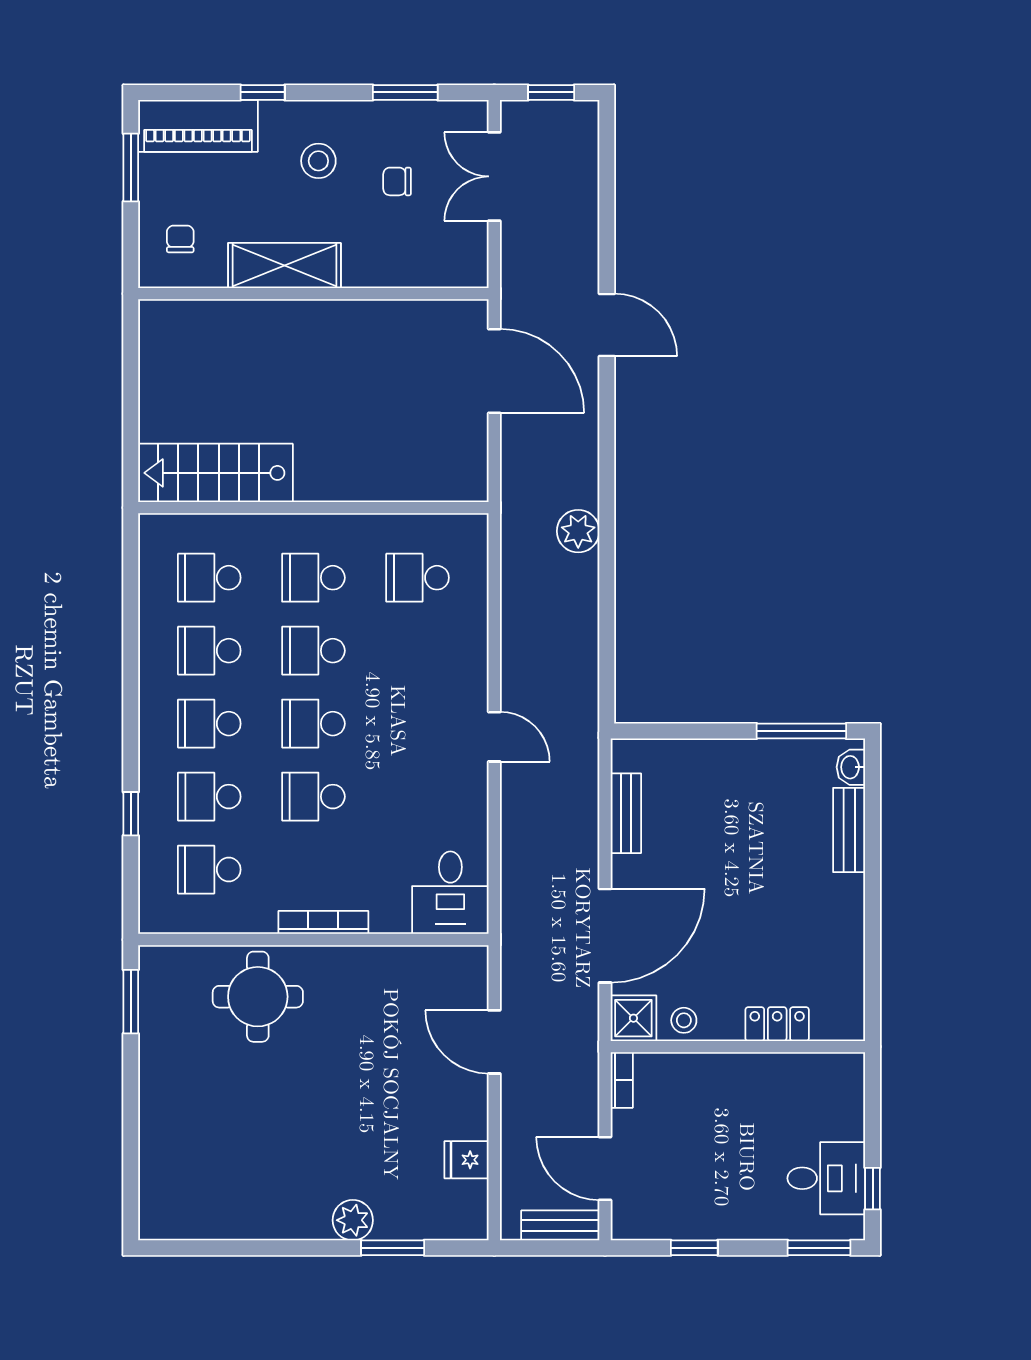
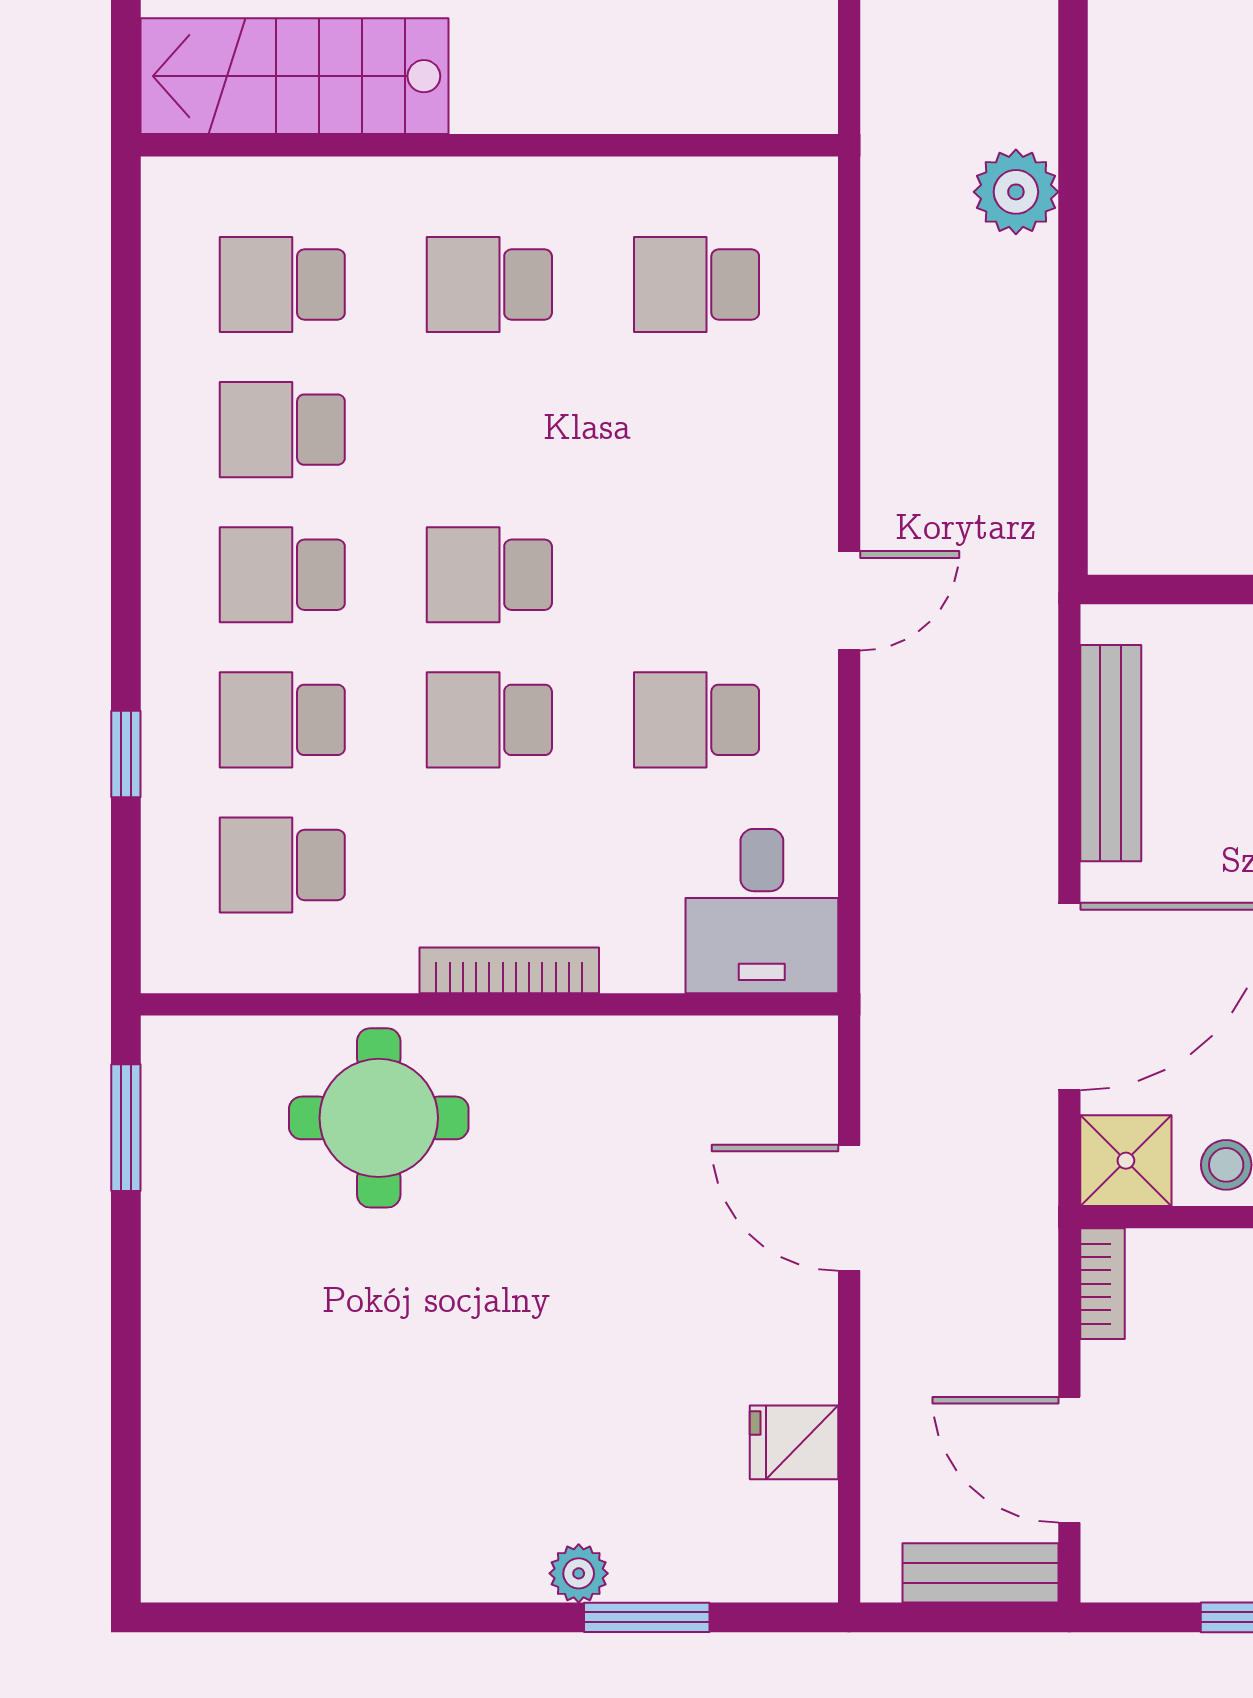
school desk: (313, 651) -> (696, 720), moved
door: (494, 737) -> (849, 601), hinge flipped
bench: (626, 813) -> (1111, 753), width x1.36
plant: (353, 1220) -> (579, 1573), width x0.73, depth x0.73

